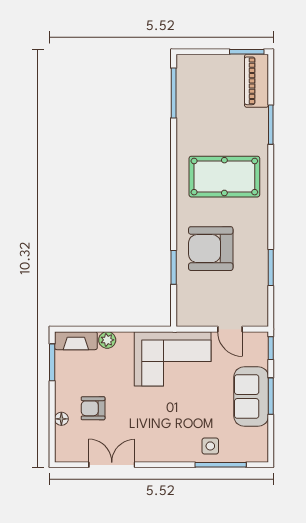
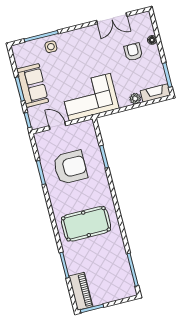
armchair: (211, 249) -> (70, 167), moved
armchair: (93, 408) -> (133, 52), turned -90

